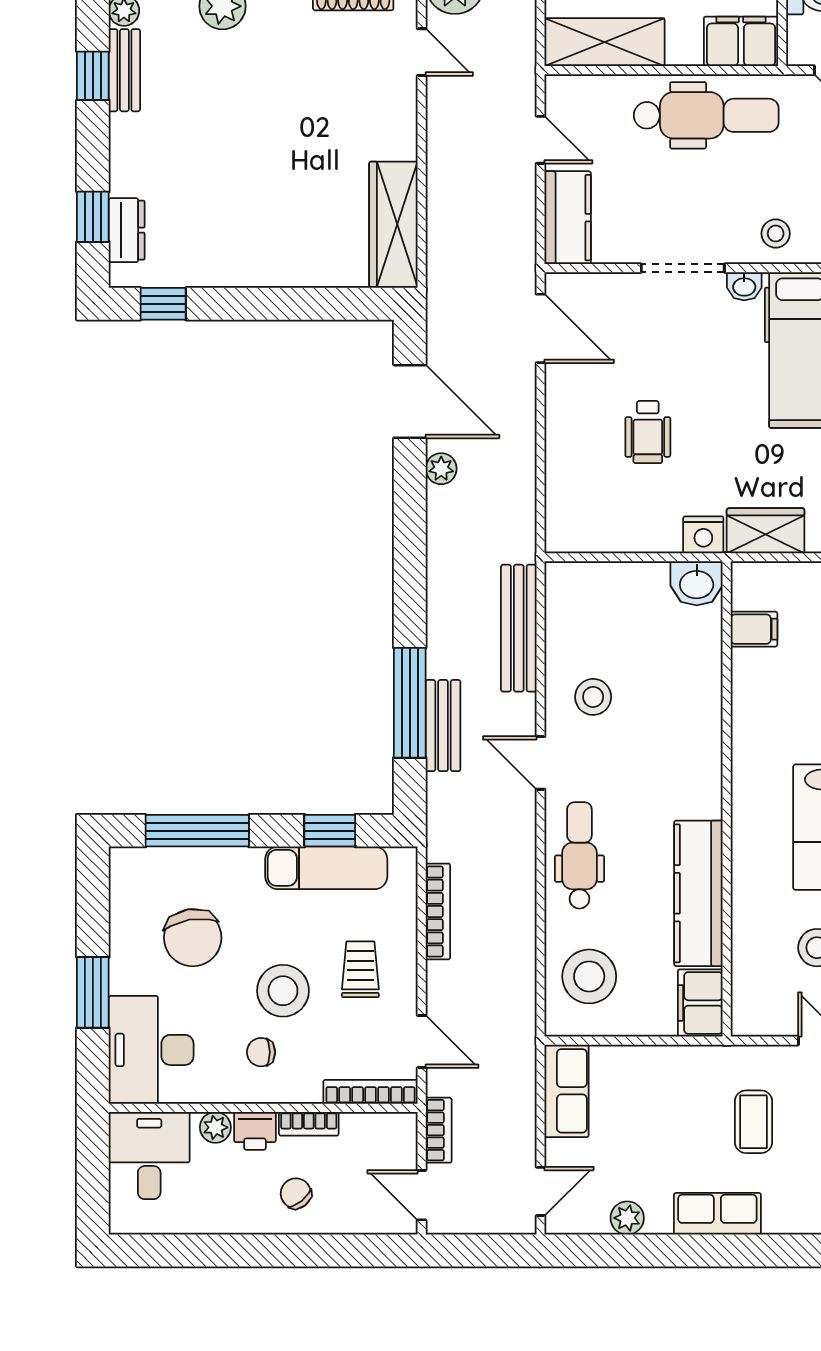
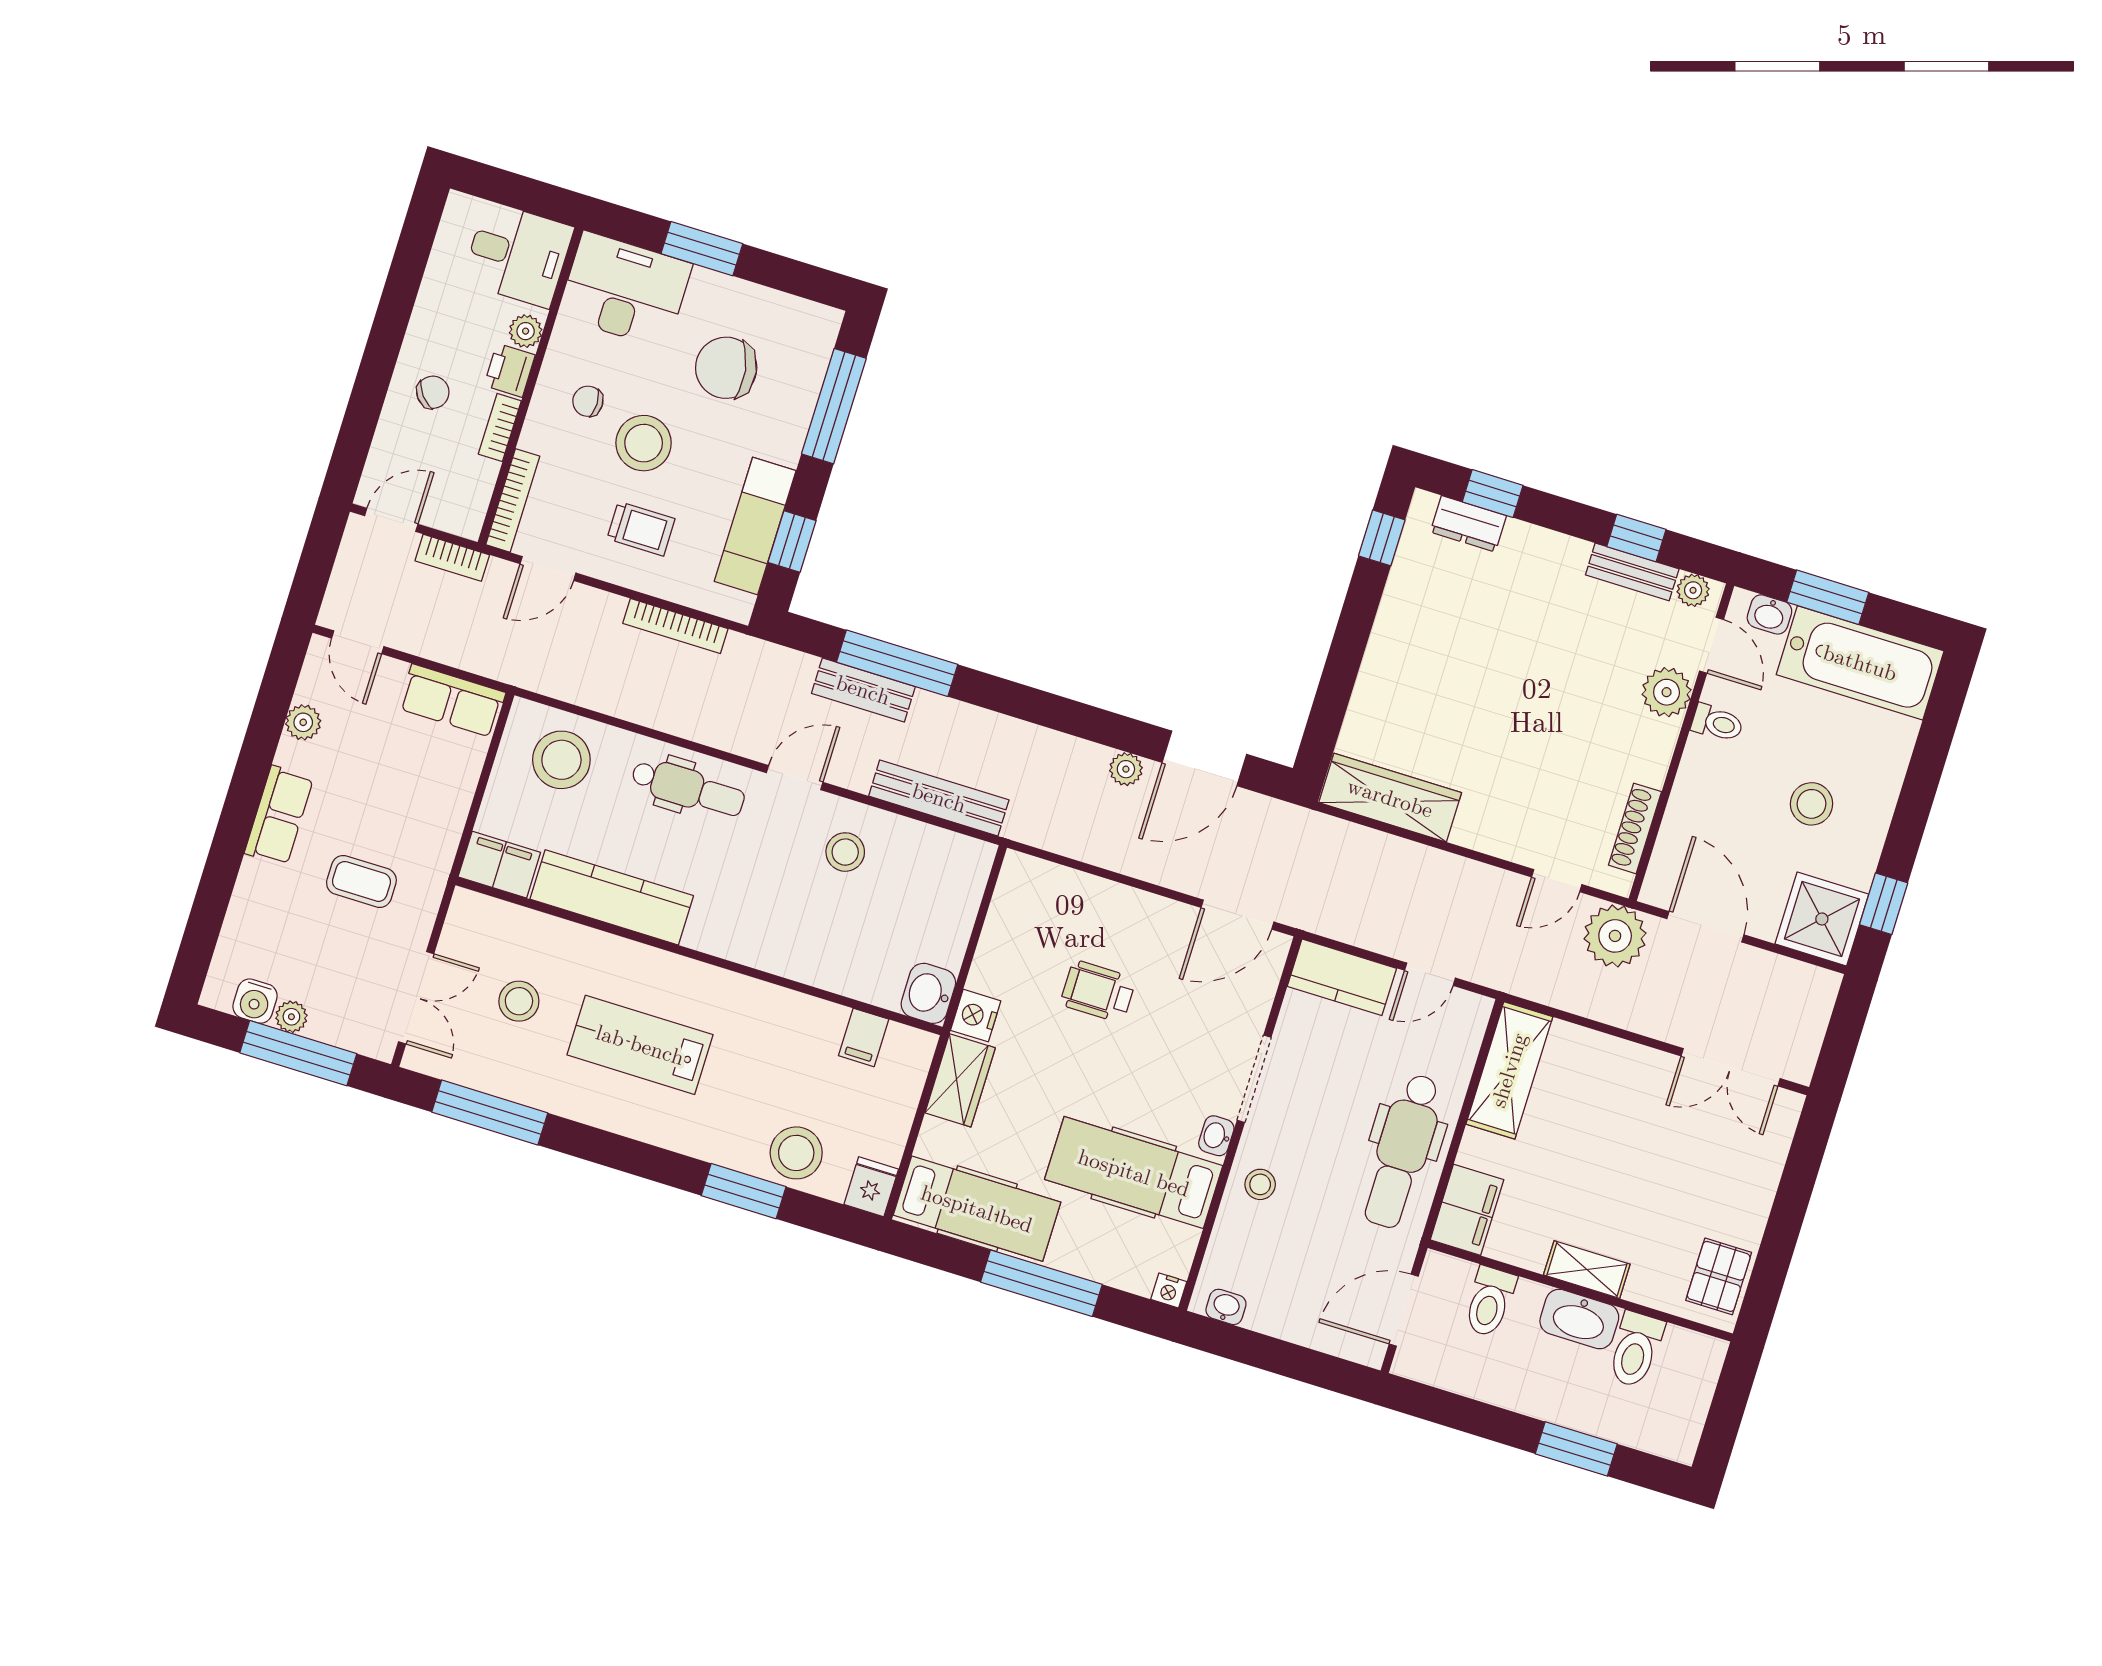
chair: (261, 1052) -> (588, 401), turned -90

